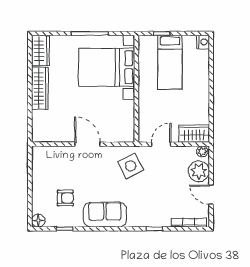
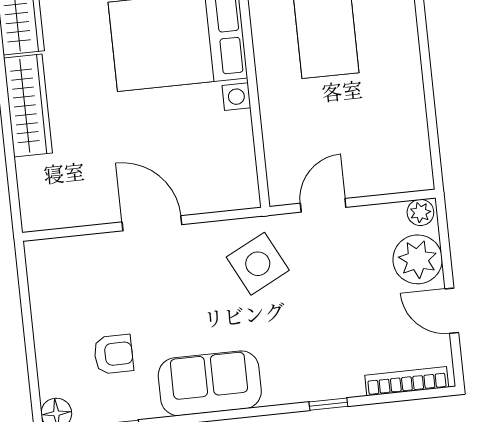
wardrobe: (194, 134) -> (398, 173), removed

